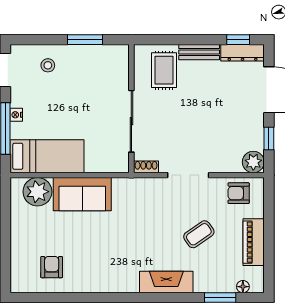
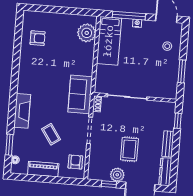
window: (238, 40) -> (178, 121), moved
rug: (164, 70) -> (129, 149), moved, turned 90
plant: (253, 162) -> (117, 175), moved
sofa: (82, 194) -> (80, 94), moved

